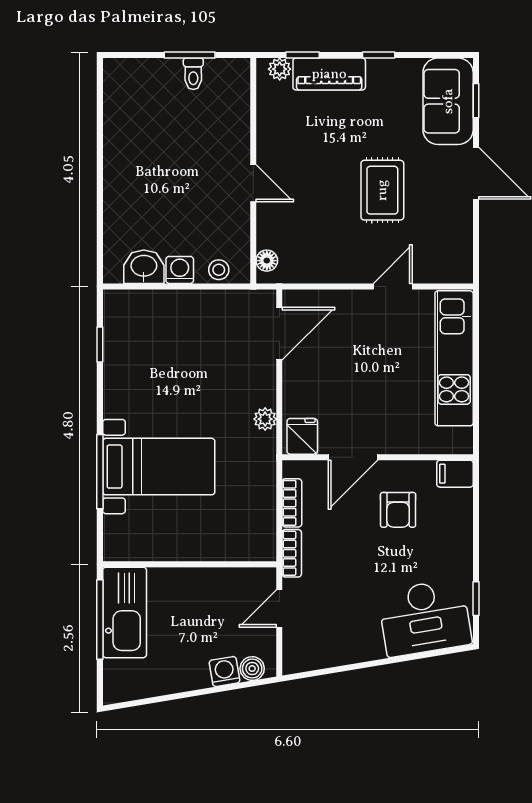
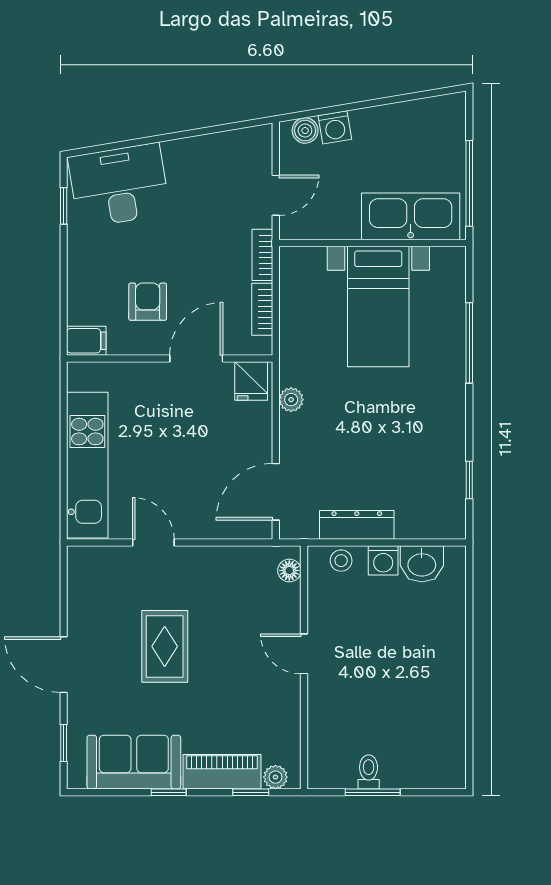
sofa: (448, 101) -> (134, 762), moved, turned -90
door: (393, 286) -> (153, 543), swing flipped
dresser: (204, 303) -> (357, 525), added
bed with nightstands: (159, 467) -> (378, 306), moved, turned -90
kitchen sink: (125, 612) -> (411, 216), moved, turned 90

